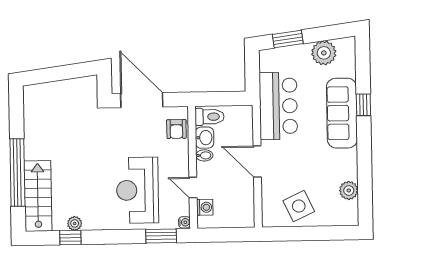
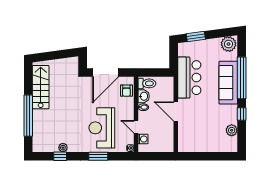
plant: (324, 53) -> (229, 44), moved
door: (142, 100) -> (105, 73), swing flipped
window: (363, 105) -> (242, 78), width x3.17
window: (364, 164) -> (242, 114), added
stairs: (38, 196) -> (41, 87), moved
side table: (299, 206) -> (201, 139), removed
window: (161, 236) -> (98, 156), moved

